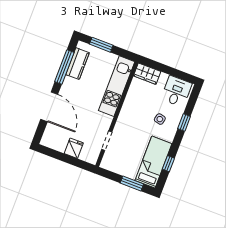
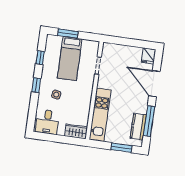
window: (184, 123) -> (36, 85), moved
fridge: (74, 148) -> (149, 56), moved
bed: (153, 162) -> (70, 59), moved

